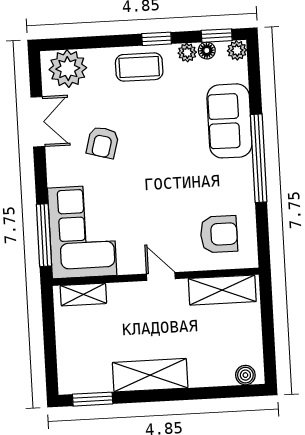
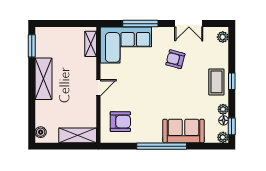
window: (157, 39) -> (232, 81), moved
plant: (68, 69) -> (223, 37), width x0.53, depth x0.53
armchair: (219, 234) -> (120, 122), turned -90
window: (44, 235) -> (140, 24), moved
shelving: (222, 290) -> (78, 135), moved, turned 90

